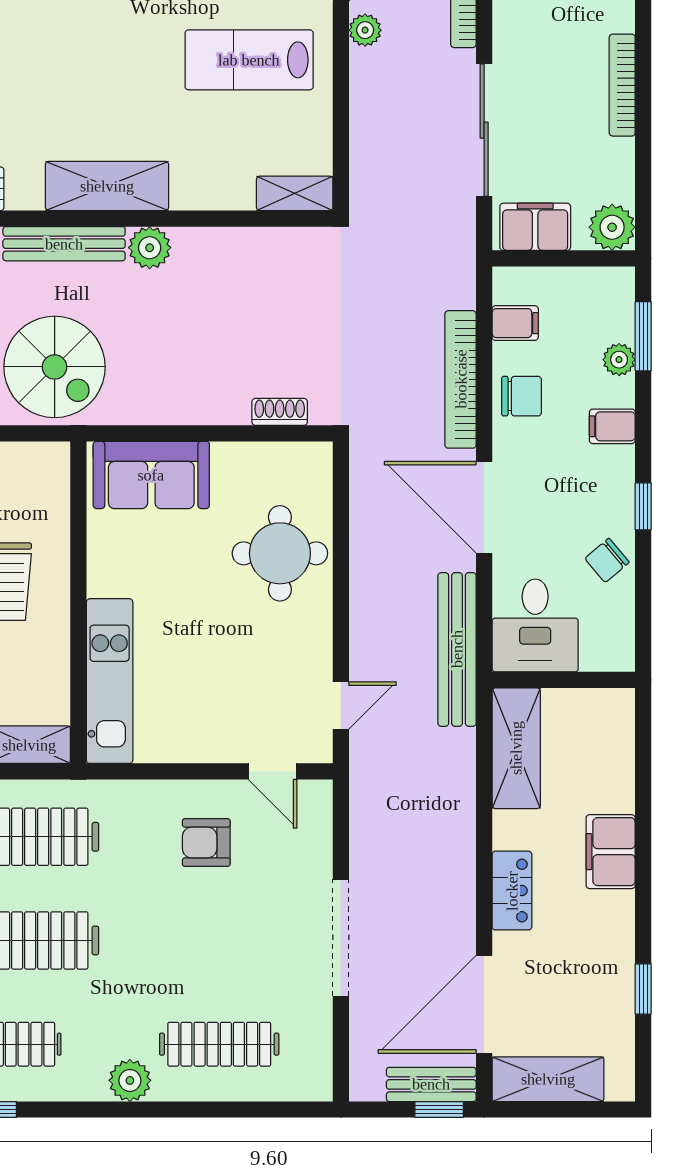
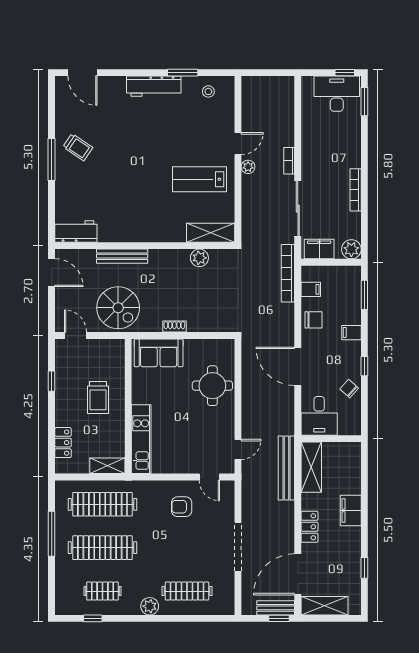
shelving: (107, 186) -> (140, 232), removed
shelving: (295, 193) -> (211, 233), width x1.50, depth x1.33
plant: (150, 248) -> (199, 258), moved
plant: (619, 360) -> (354, 305), removed
bookcase: (461, 379) -> (288, 273), moved
shoe rack: (280, 412) -> (174, 327), moved
chair: (607, 560) -> (349, 389), turned 82
bench: (457, 649) -> (286, 468), moved

